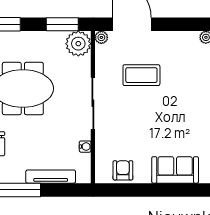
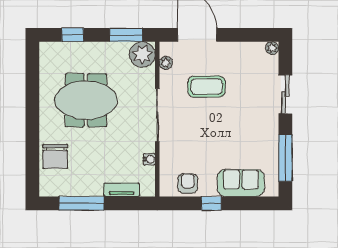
plant: (101, 37) -> (166, 63), moved
tv unit: (51, 177) -> (122, 190), width x0.71
window: (146, 190) -> (211, 203), added

